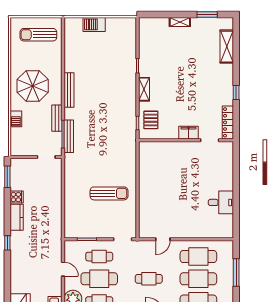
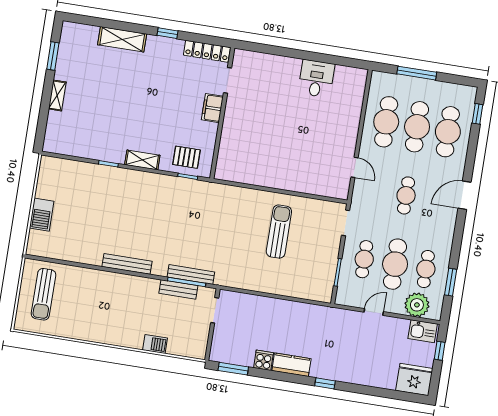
shelving: (227, 47) -> (122, 39), moved
parasol: (33, 86) -> (113, 314), removed
bench: (57, 118) -> (178, 289), moved

